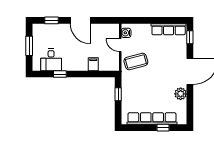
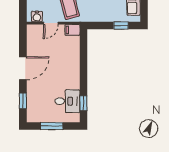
filing cabinet: (93, 64) -> (72, 30), moved
window: (60, 74) -> (83, 103), moved
window: (118, 94) -> (121, 26), moved

